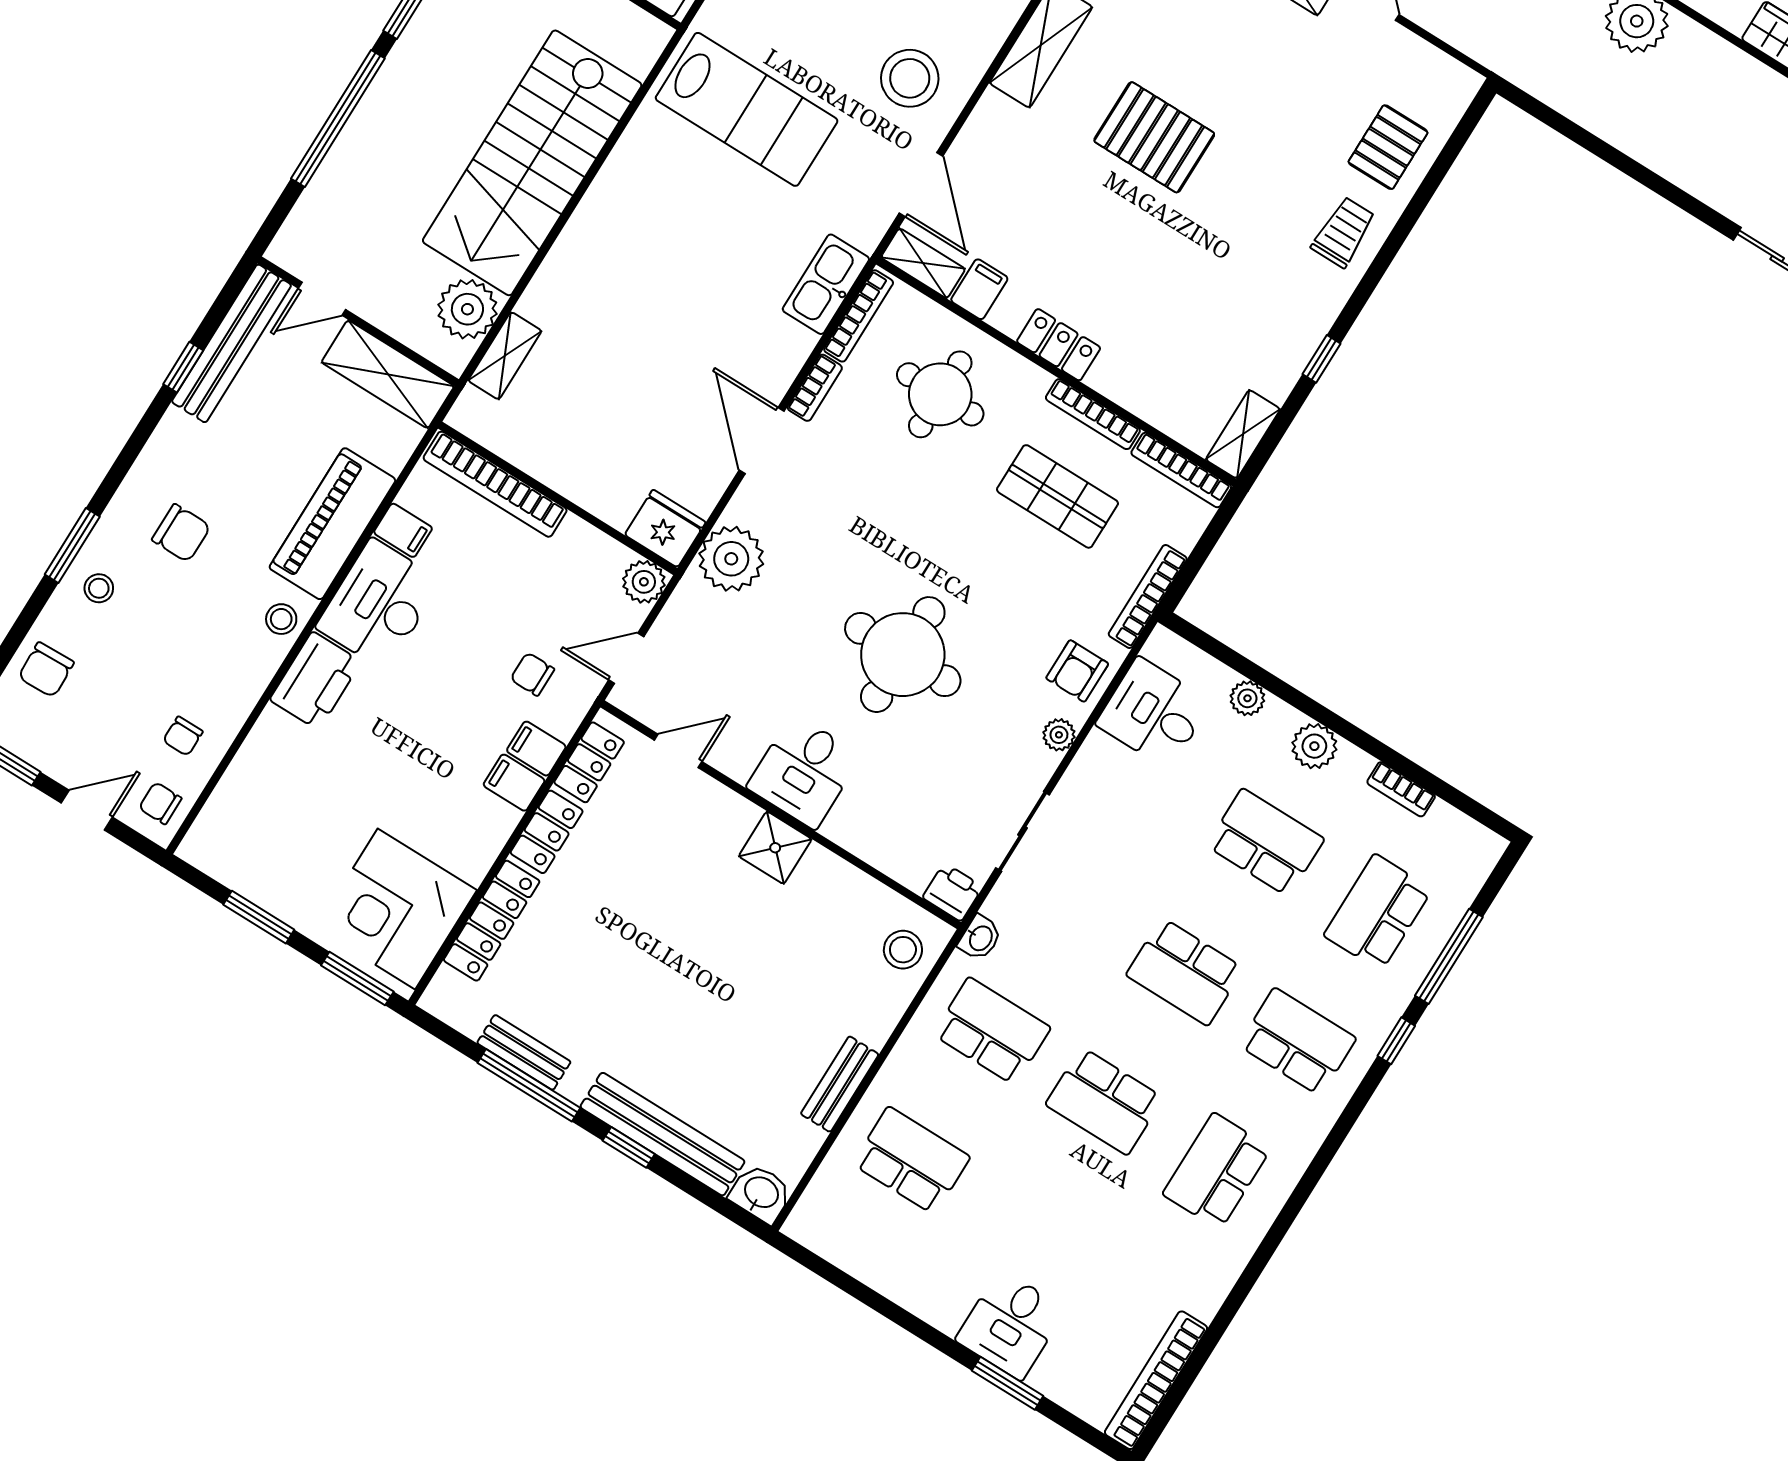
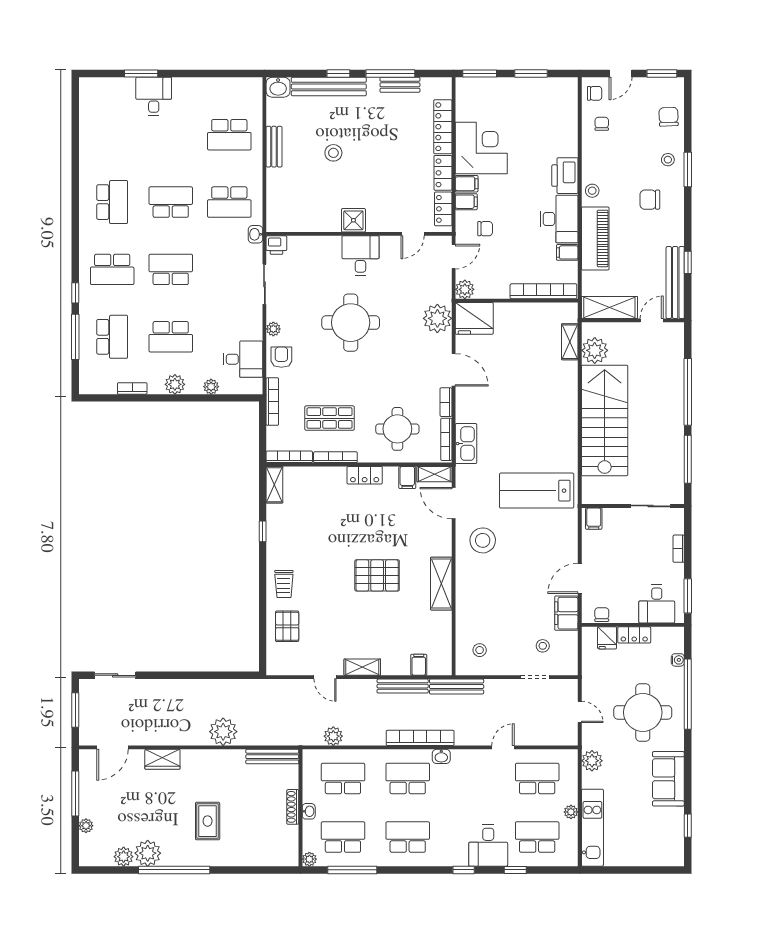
fridge: (665, 529) -> (474, 318), width x1.36, depth x1.34
corner desk: (396, 909) -> (481, 148), moved
stool: (903, 950) -> (333, 153), moved
bookcase: (1156, 1380) -> (86, 109), removed

